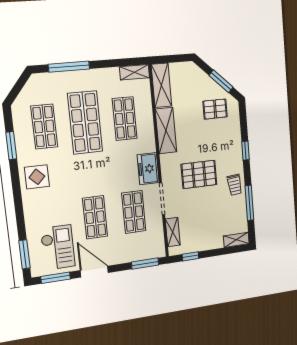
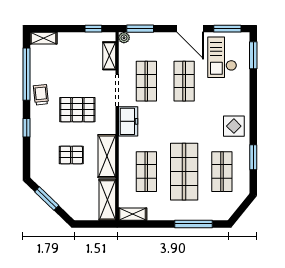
pallet: (215, 109) -> (71, 155), moved
window: (249, 203) -> (27, 74), width x1.46
plant: (160, 252) -> (124, 38), added

